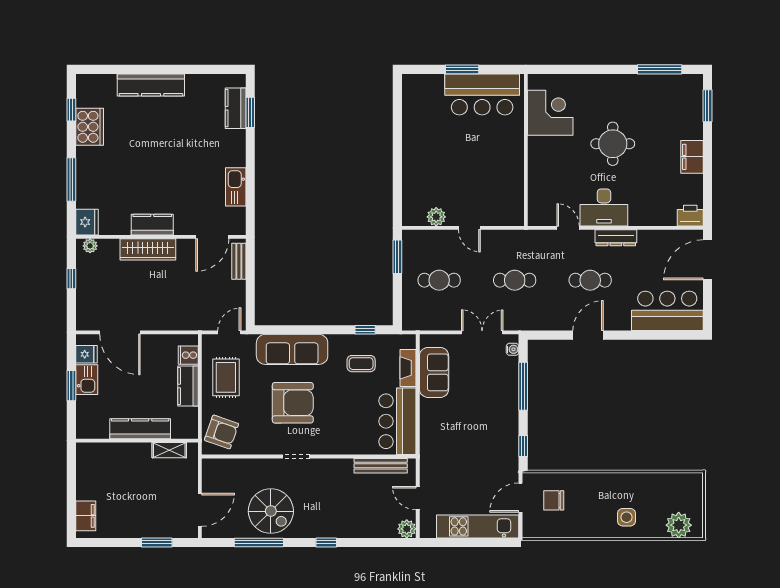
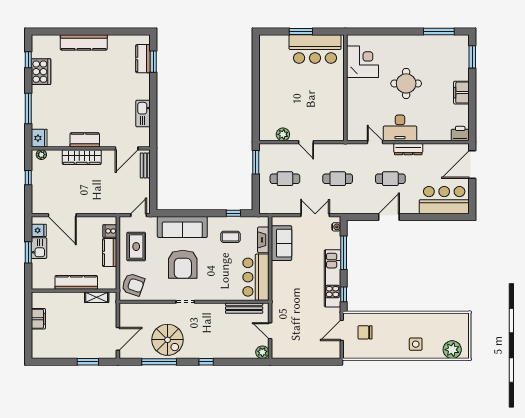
armchair: (293, 403) -> (183, 264), turned 90
filing cabinet: (86, 516) -> (38, 319), moved
kitchen unit: (478, 526) -> (332, 278), moved, turned -90

